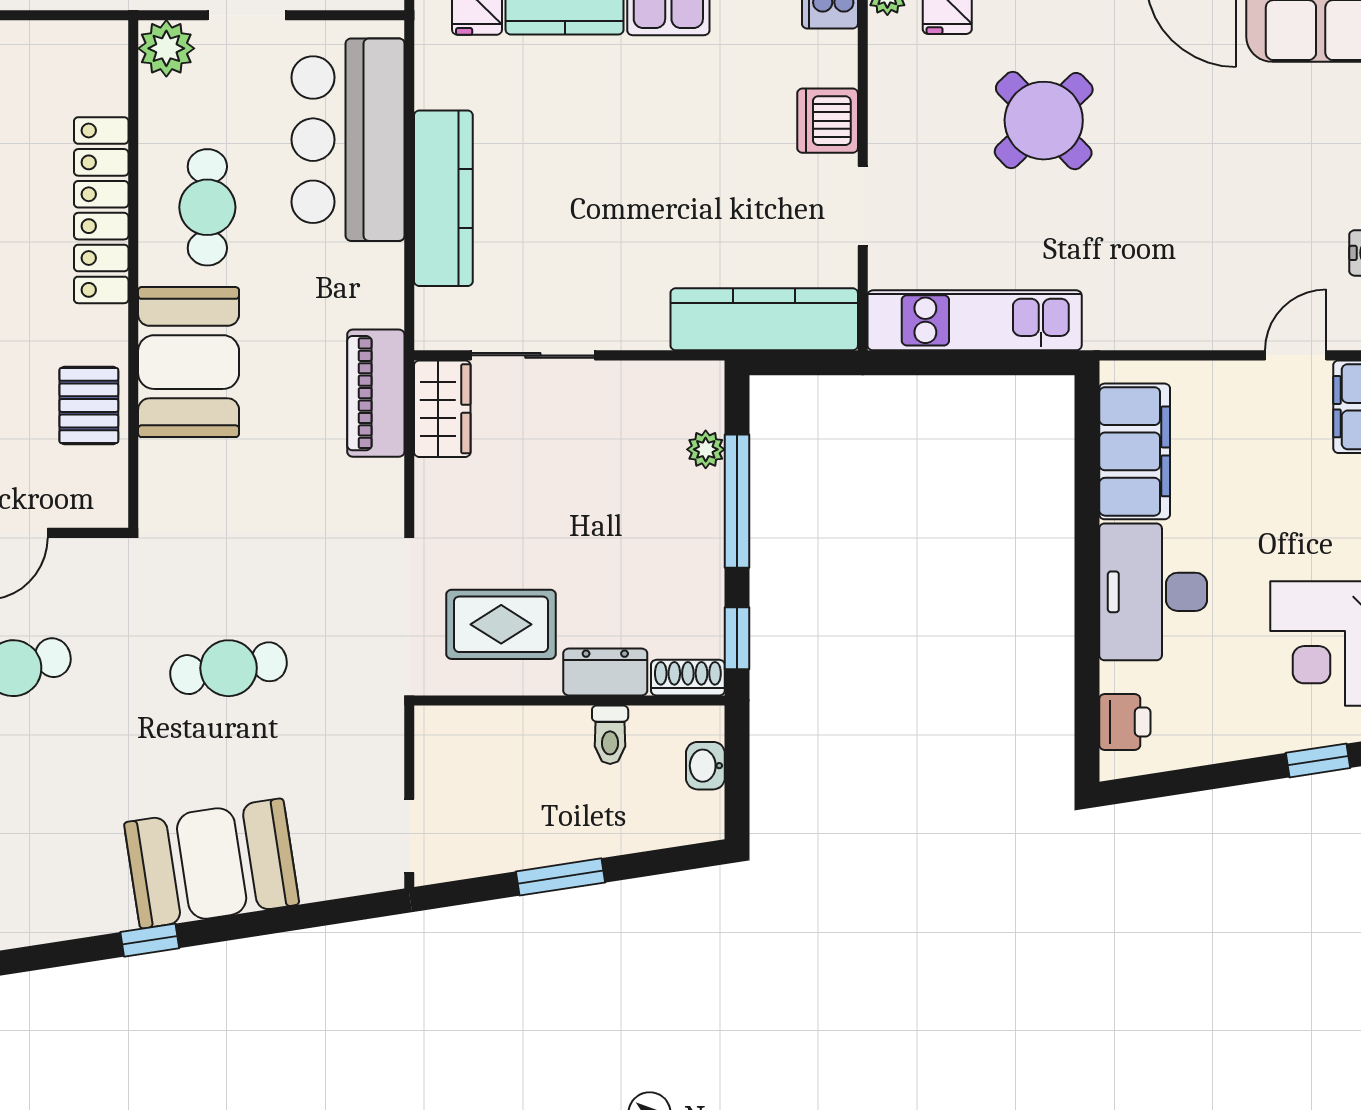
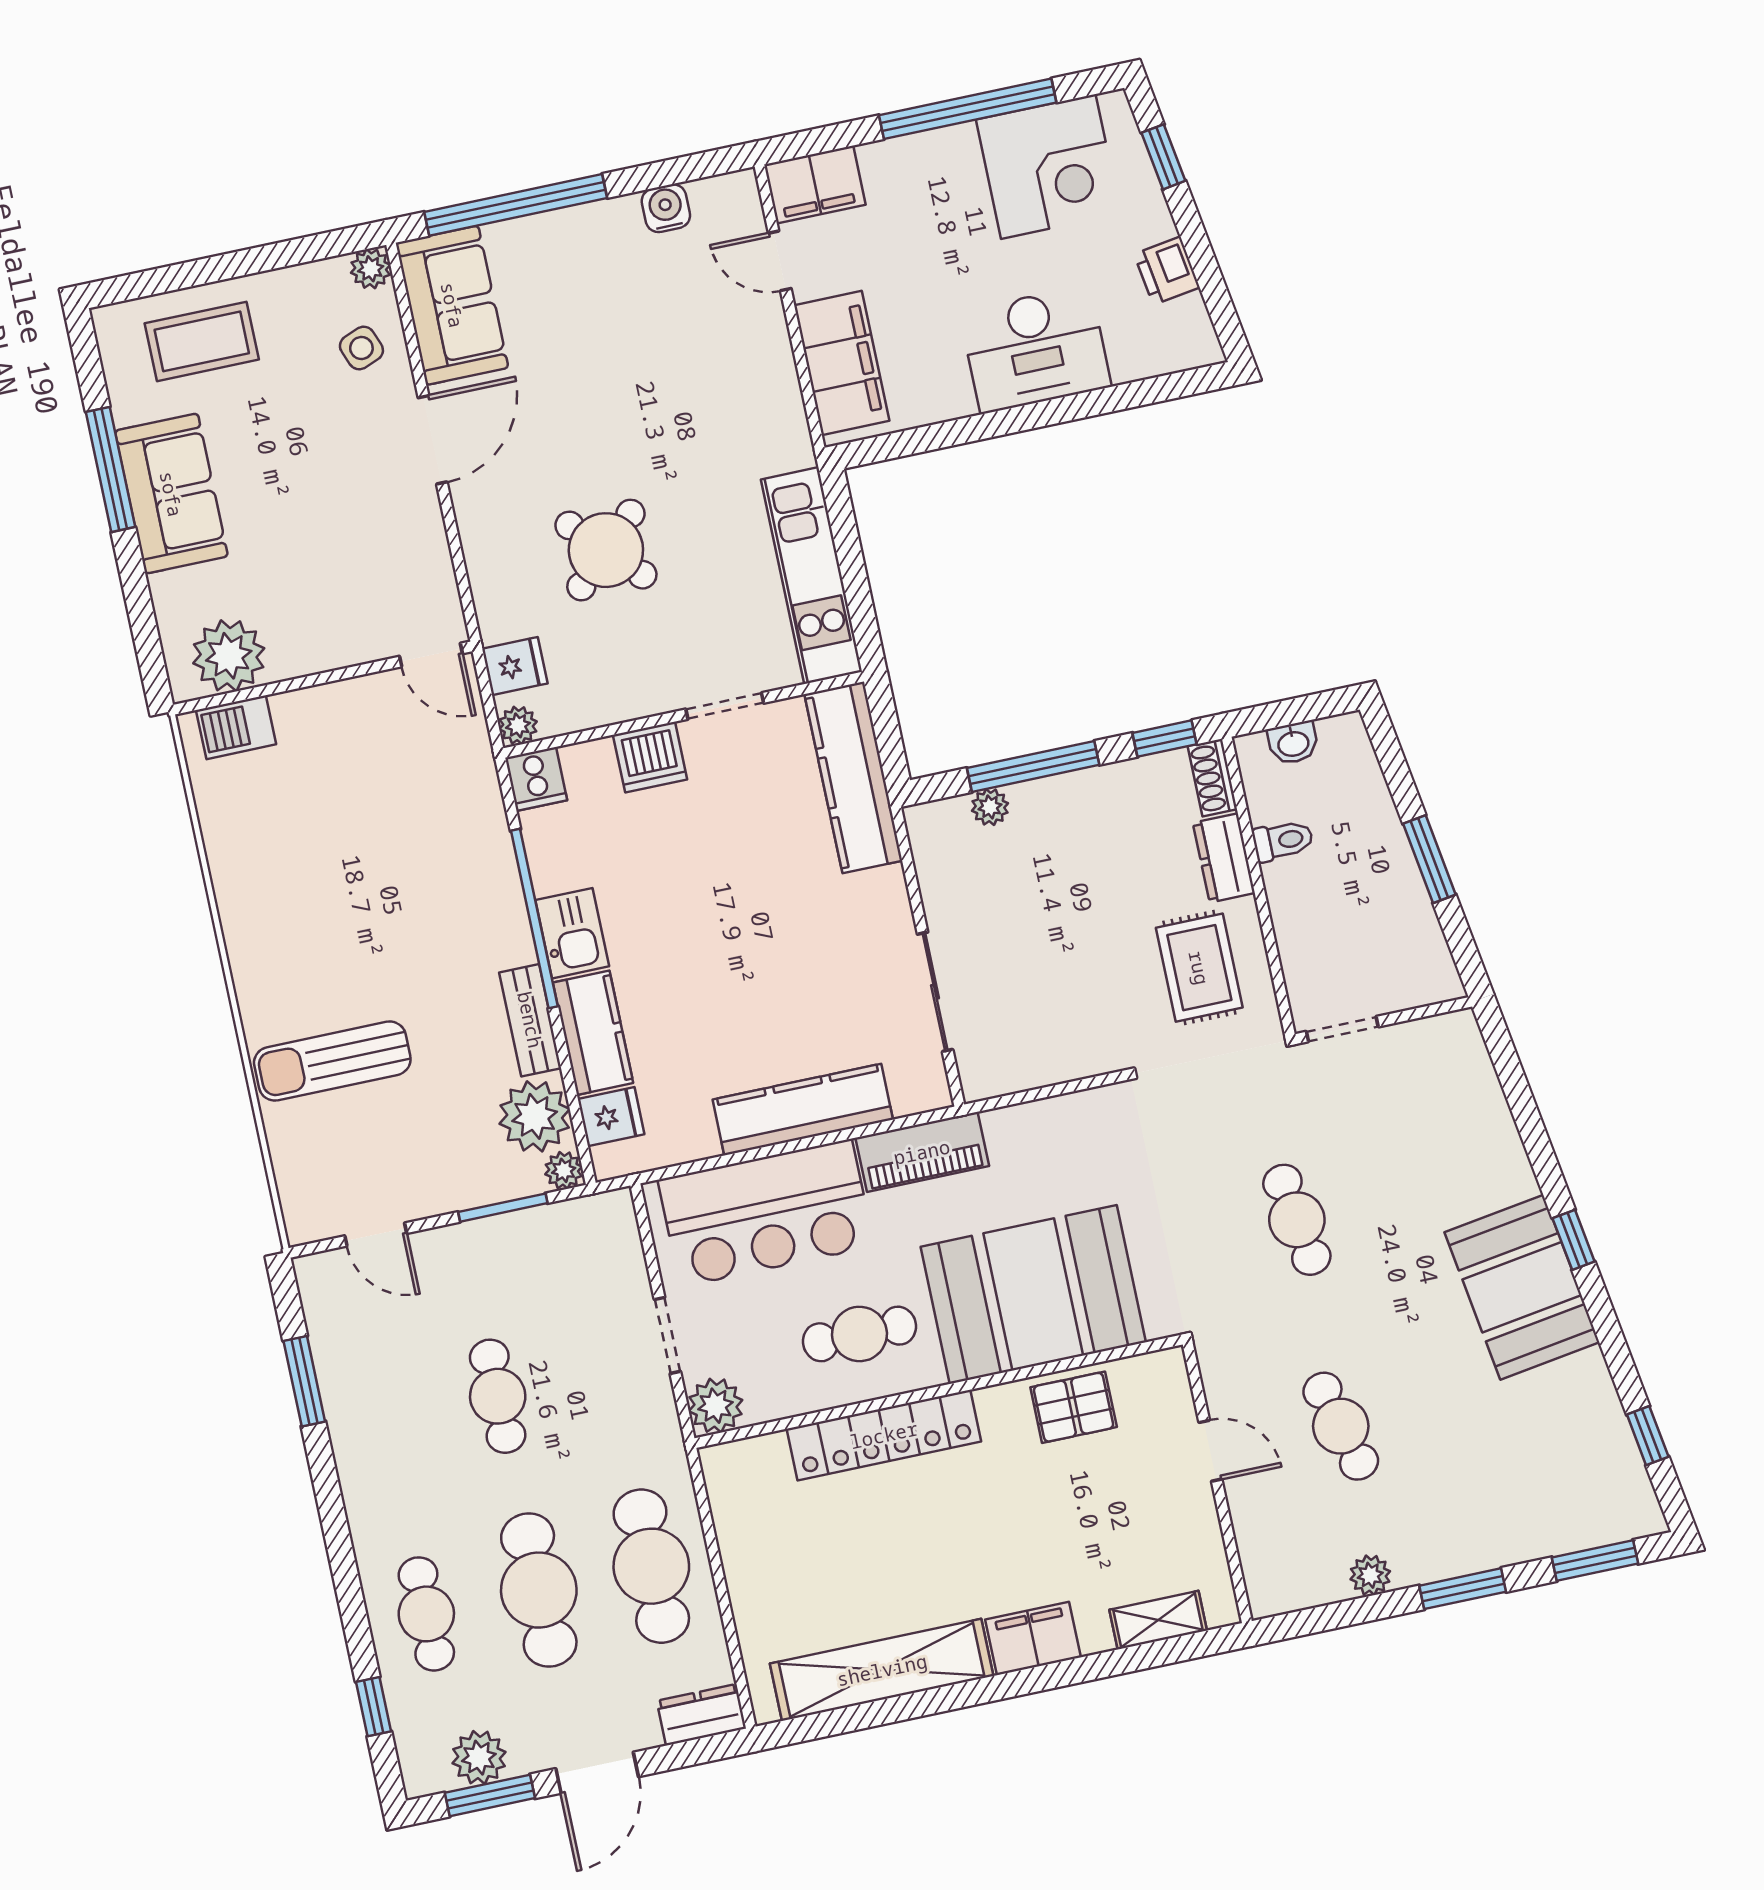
booth: (189, 362) -> (1033, 1294), width x1.36, depth x1.42
piano: (376, 393) -> (922, 1152), moved
wardrobe: (442, 409) -> (1005, 1068), removed
filing cabinet: (1135, 451) -> (842, 363), moved, turned 90
printer: (1125, 722) -> (1167, 271), moved, turned -99
doorway: (409, 836) -> (1342, 1029), moved
booth: (212, 863) -> (1522, 1287), moved

